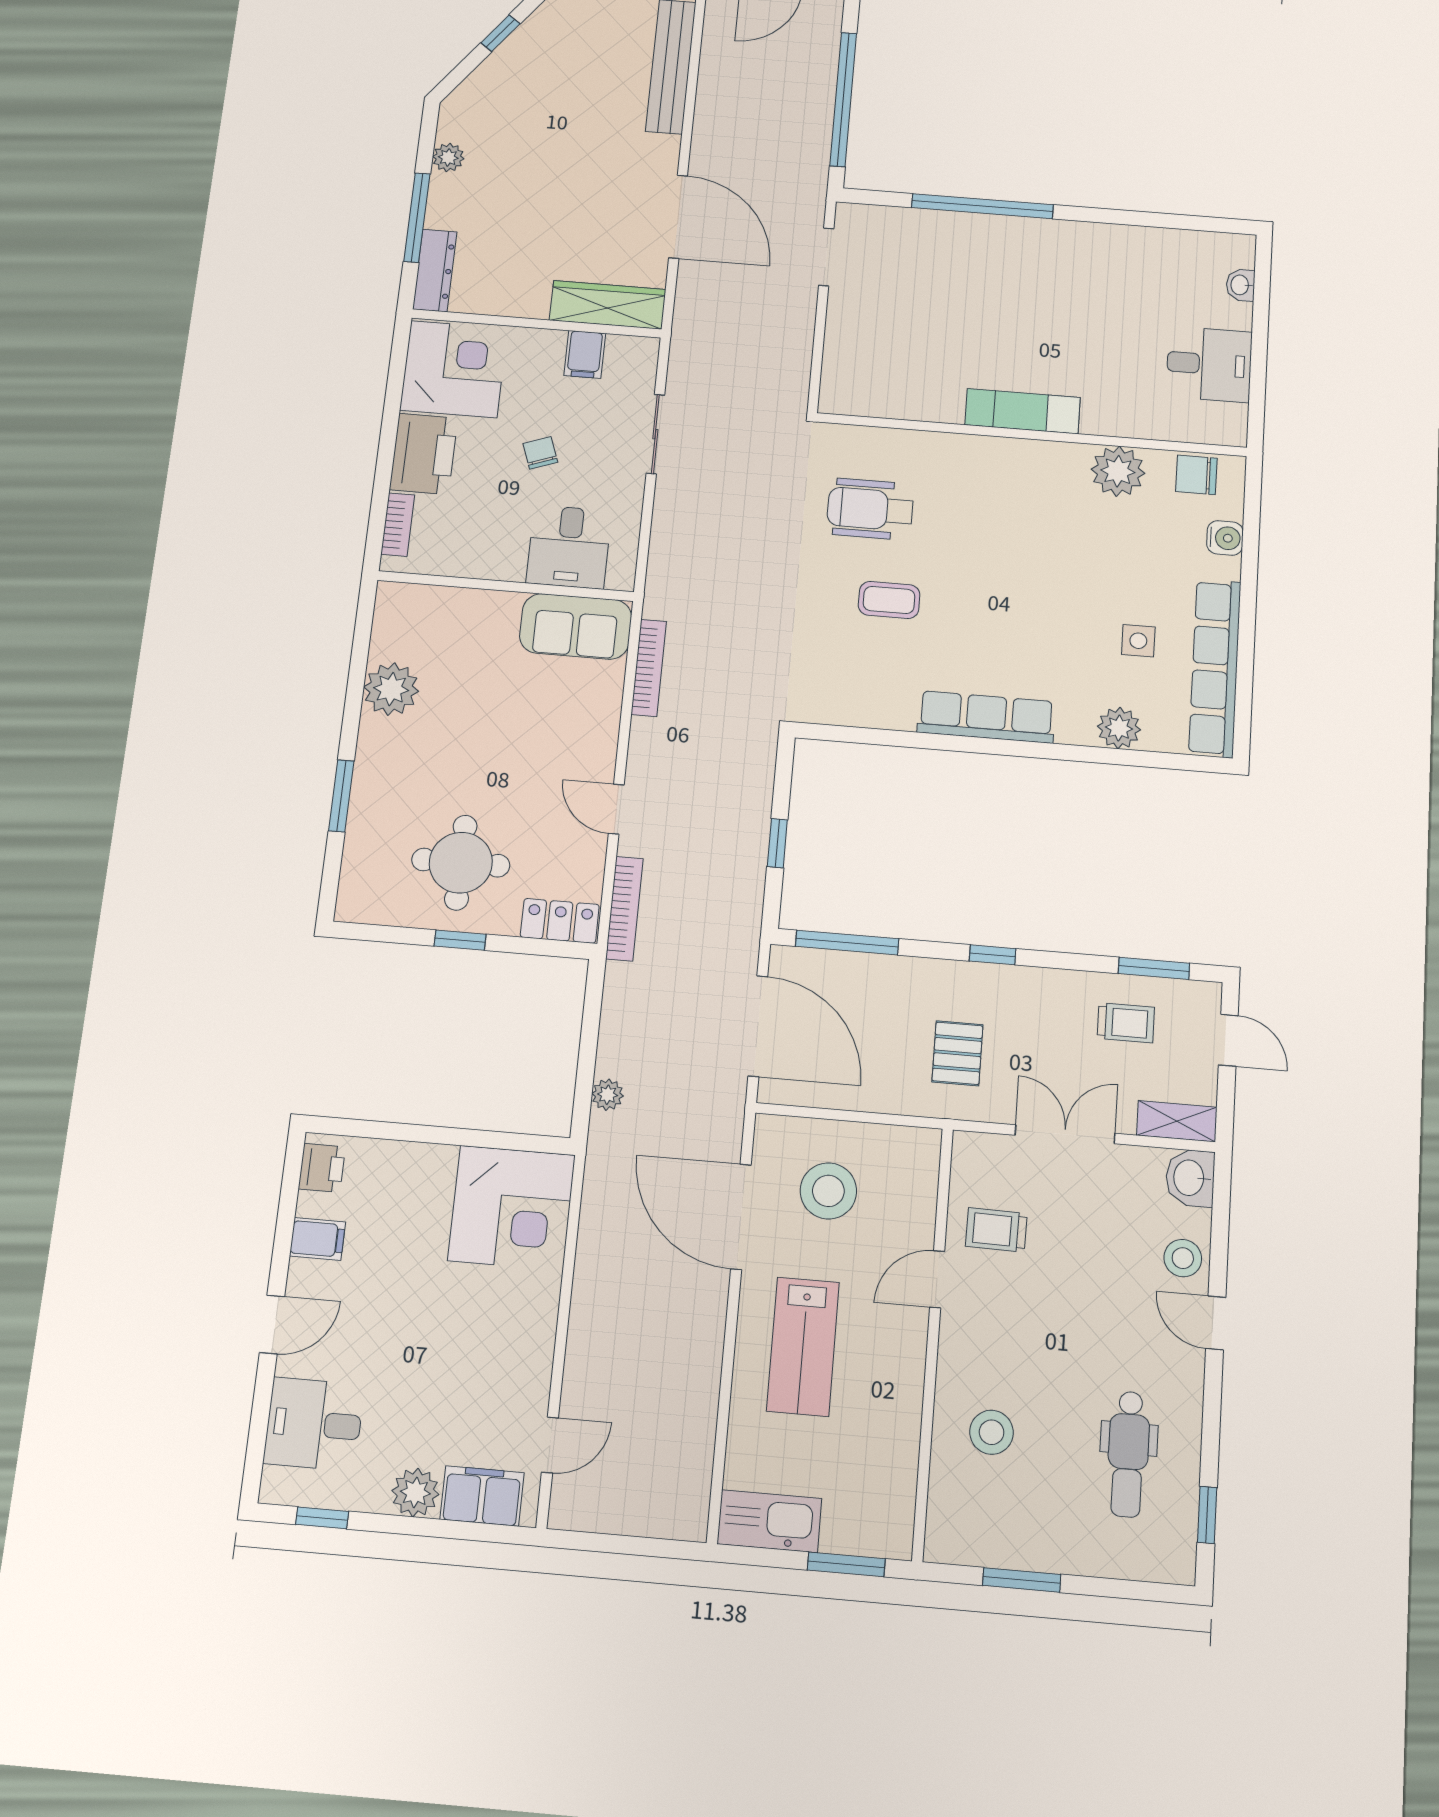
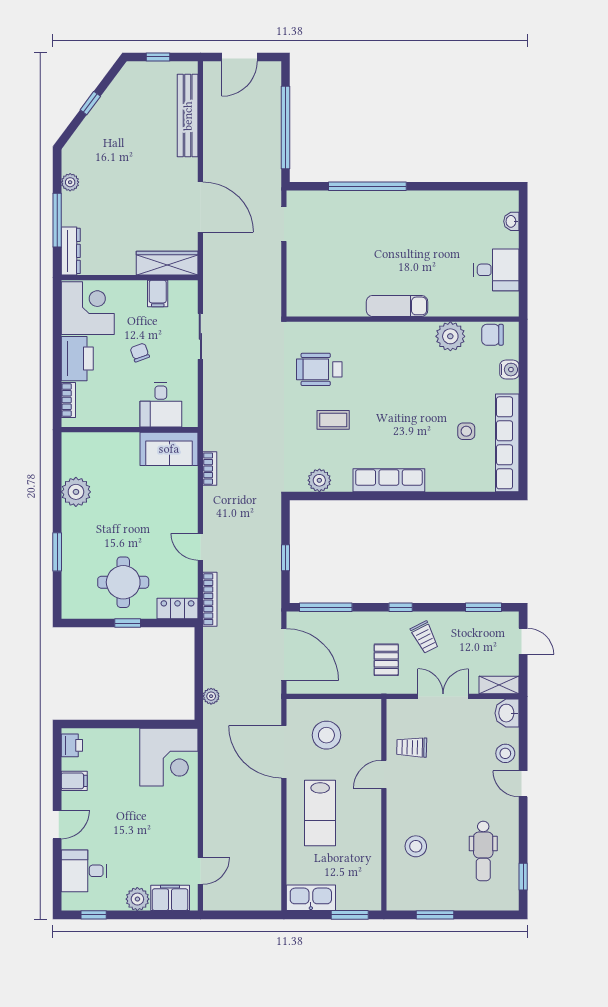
bookcase: (649, 668) -> (210, 469), width x0.64
plant: (1119, 728) -> (319, 480), moved
trolley: (1126, 1023) -> (425, 637), moved, turned 63

